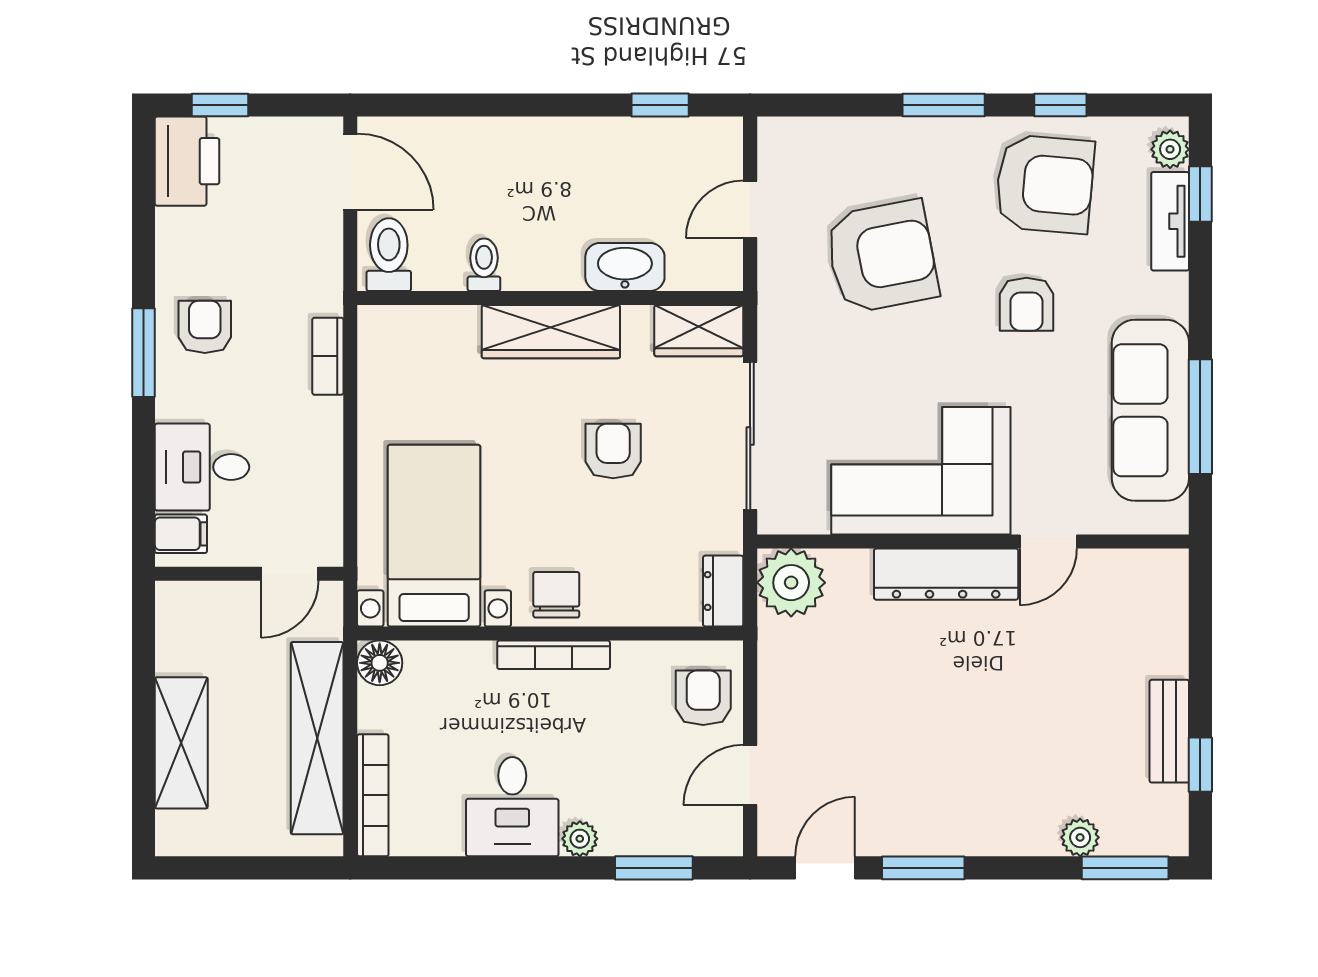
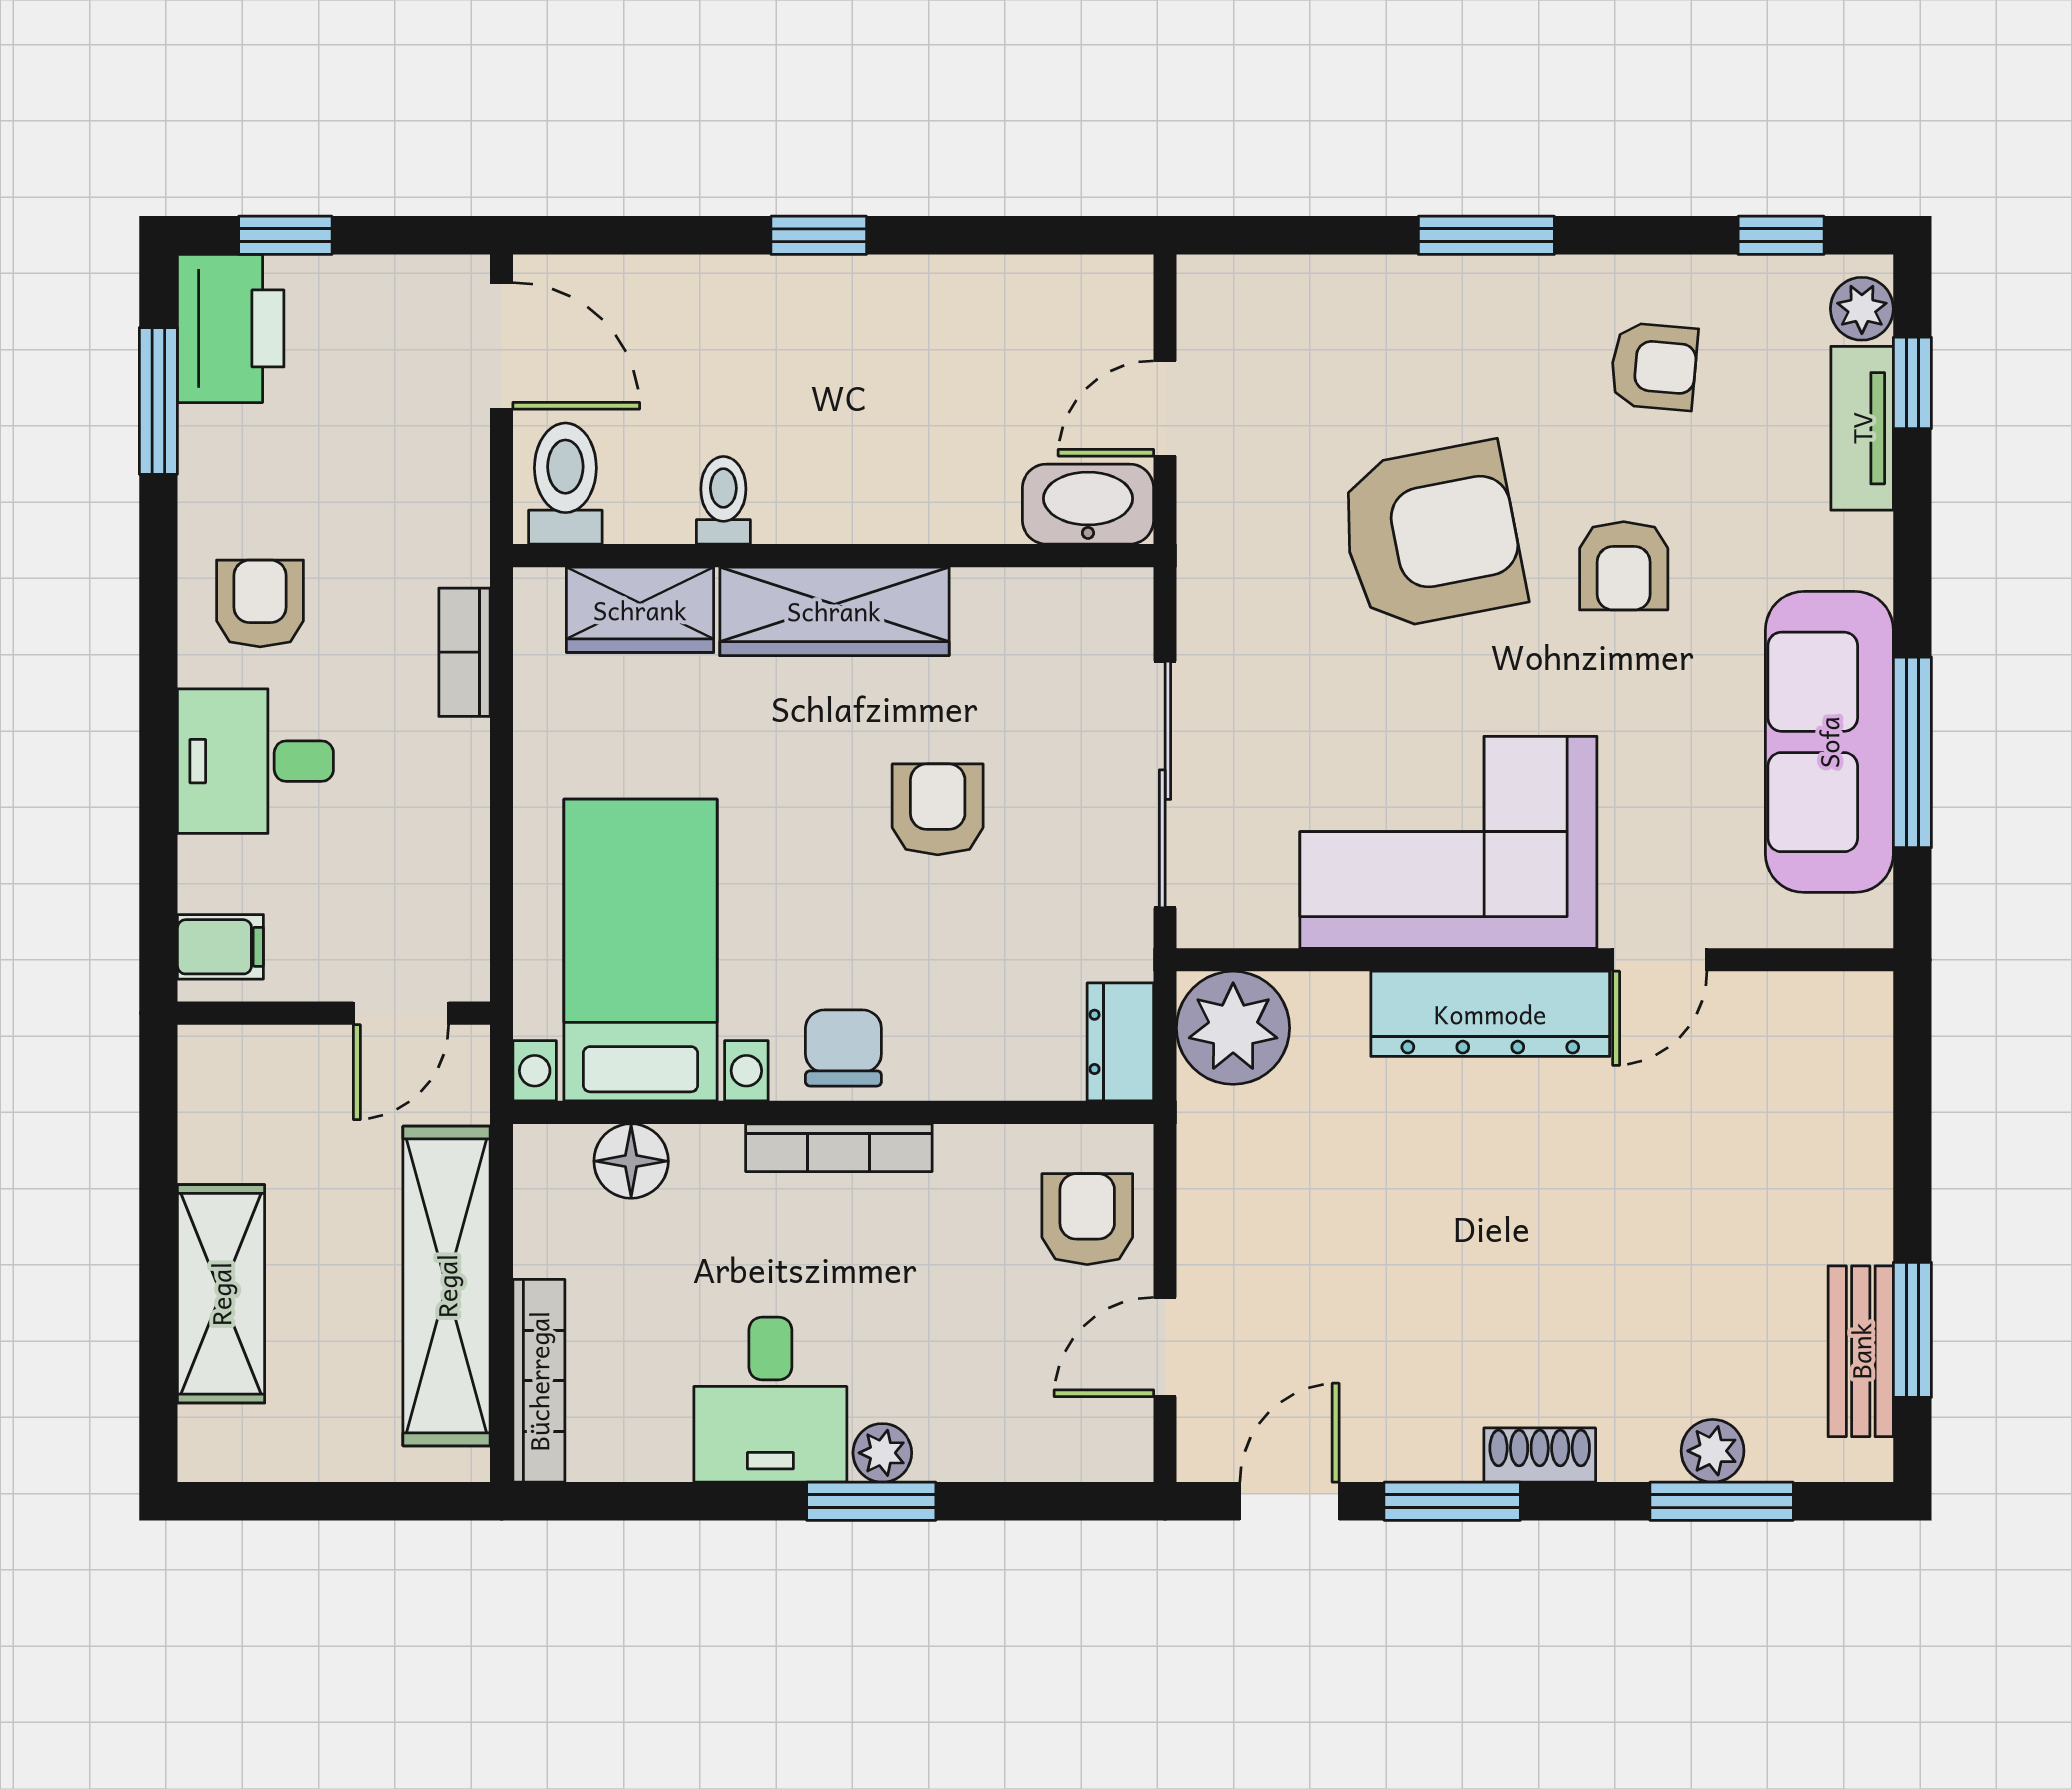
window: (660, 105) -> (819, 235), moved
window: (1060, 105) -> (1781, 235), moved
armchair: (1045, 184) -> (1654, 366), width x0.53, depth x0.53
armchair: (882, 257) -> (1432, 536), moved
washbasin: (625, 267) -> (1088, 504), moved
wardrobe: (699, 331) -> (640, 610), moved
window: (144, 353) -> (158, 401), moved
desk: (202, 467) -> (255, 761), moved
floor lamp: (380, 663) -> (631, 1161), moved
bench: (1169, 731) -> (1861, 1351), moved
window: (1200, 765) -> (1912, 1330), width x1.50
shoe rack: (976, 840) -> (1540, 1455), added
window: (654, 868) -> (871, 1501), moved
window: (1125, 868) -> (1722, 1501), moved

